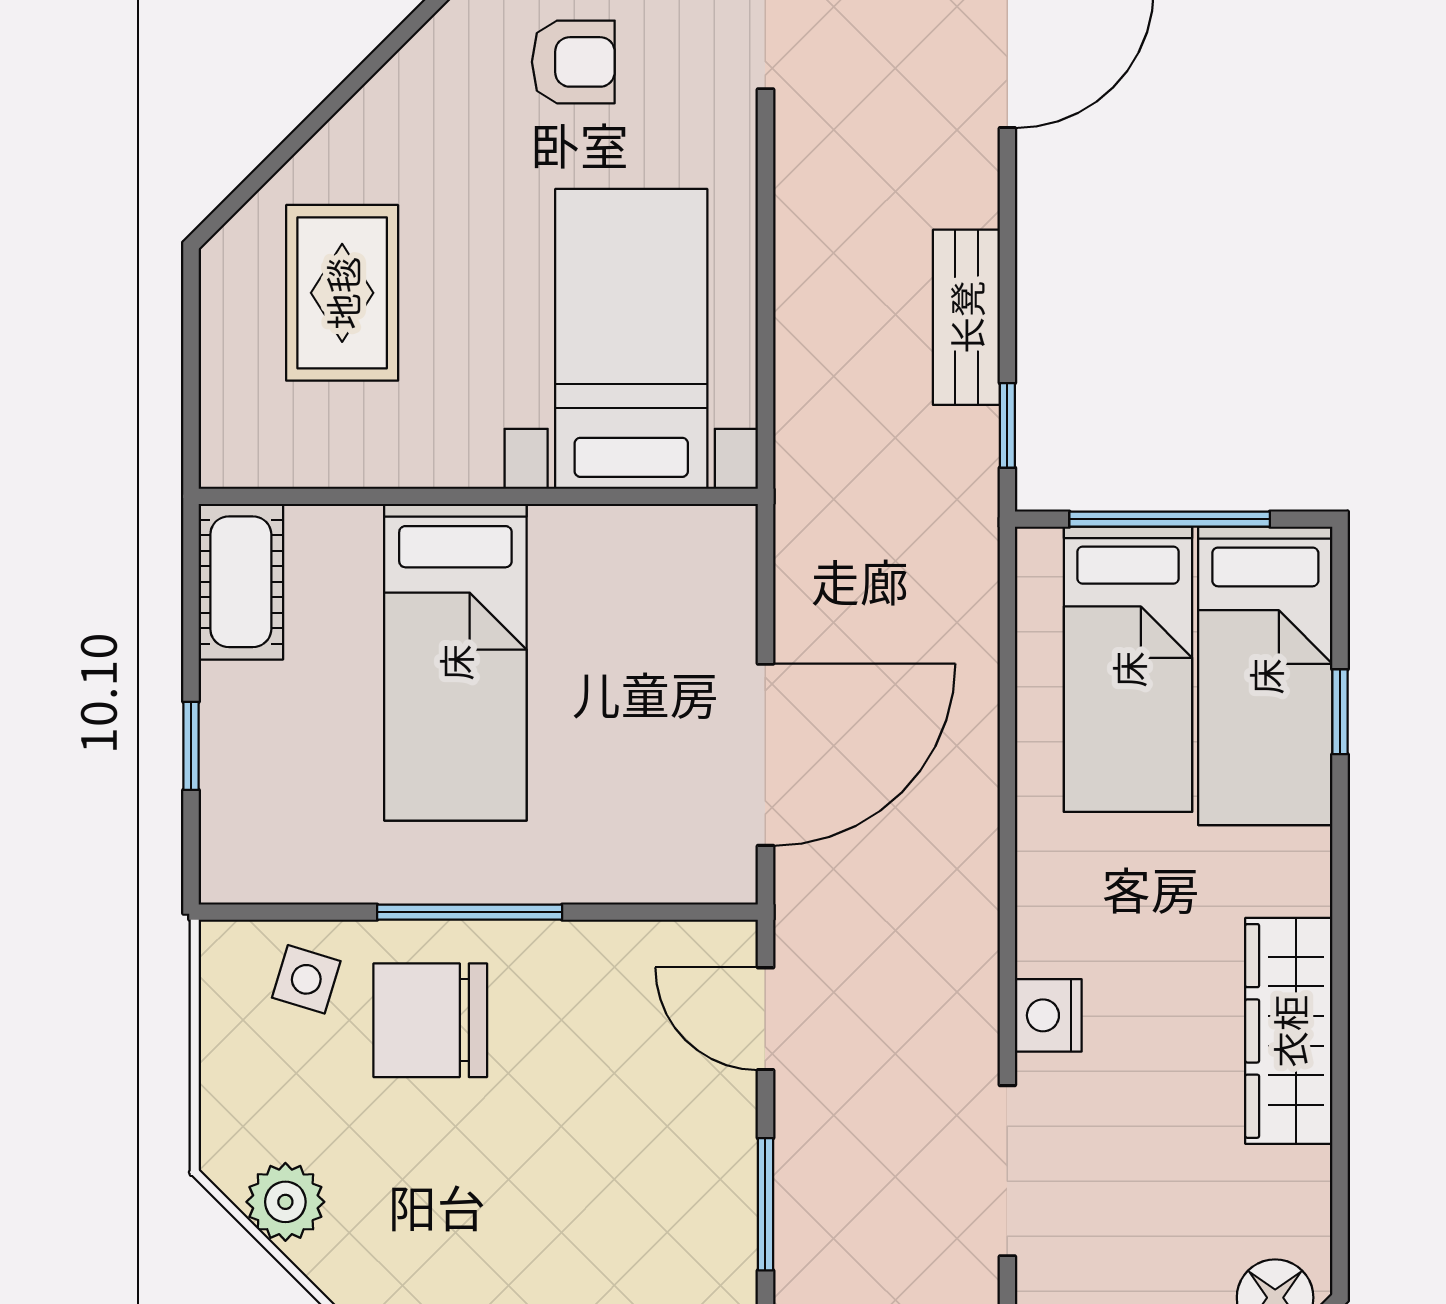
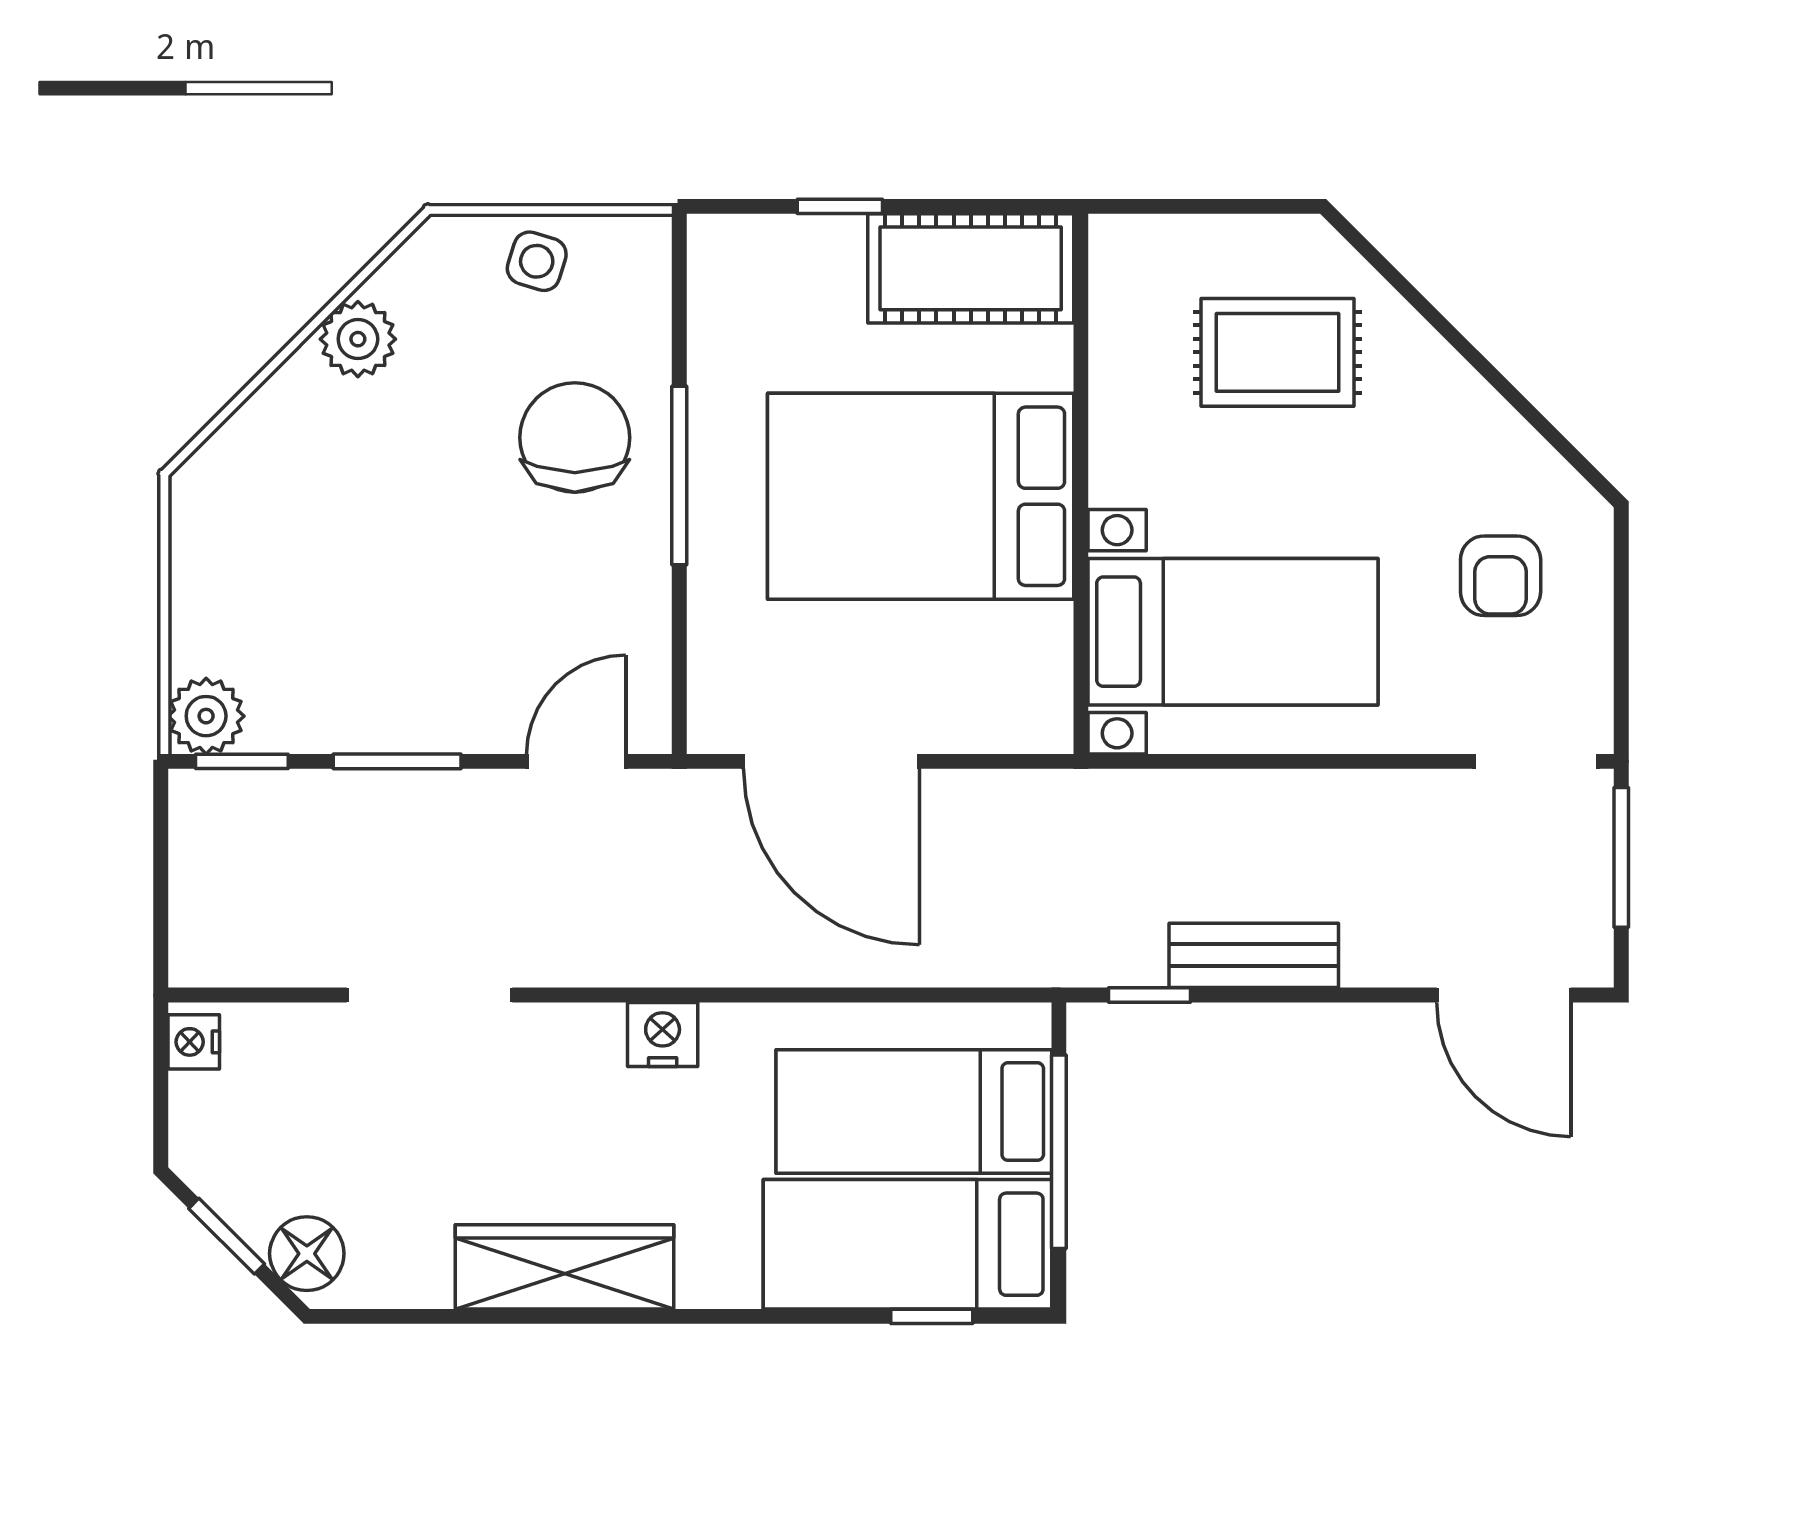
cot: (241, 582) -> (971, 268), width x1.37, depth x1.34
bed: (455, 662) -> (921, 496), width x1.50
window: (1340, 712) -> (932, 1316), moved
side table: (306, 979) -> (537, 261), moved
nightstand: (1048, 1015) -> (663, 1035), moved
plant: (285, 1202) -> (358, 339), moved

